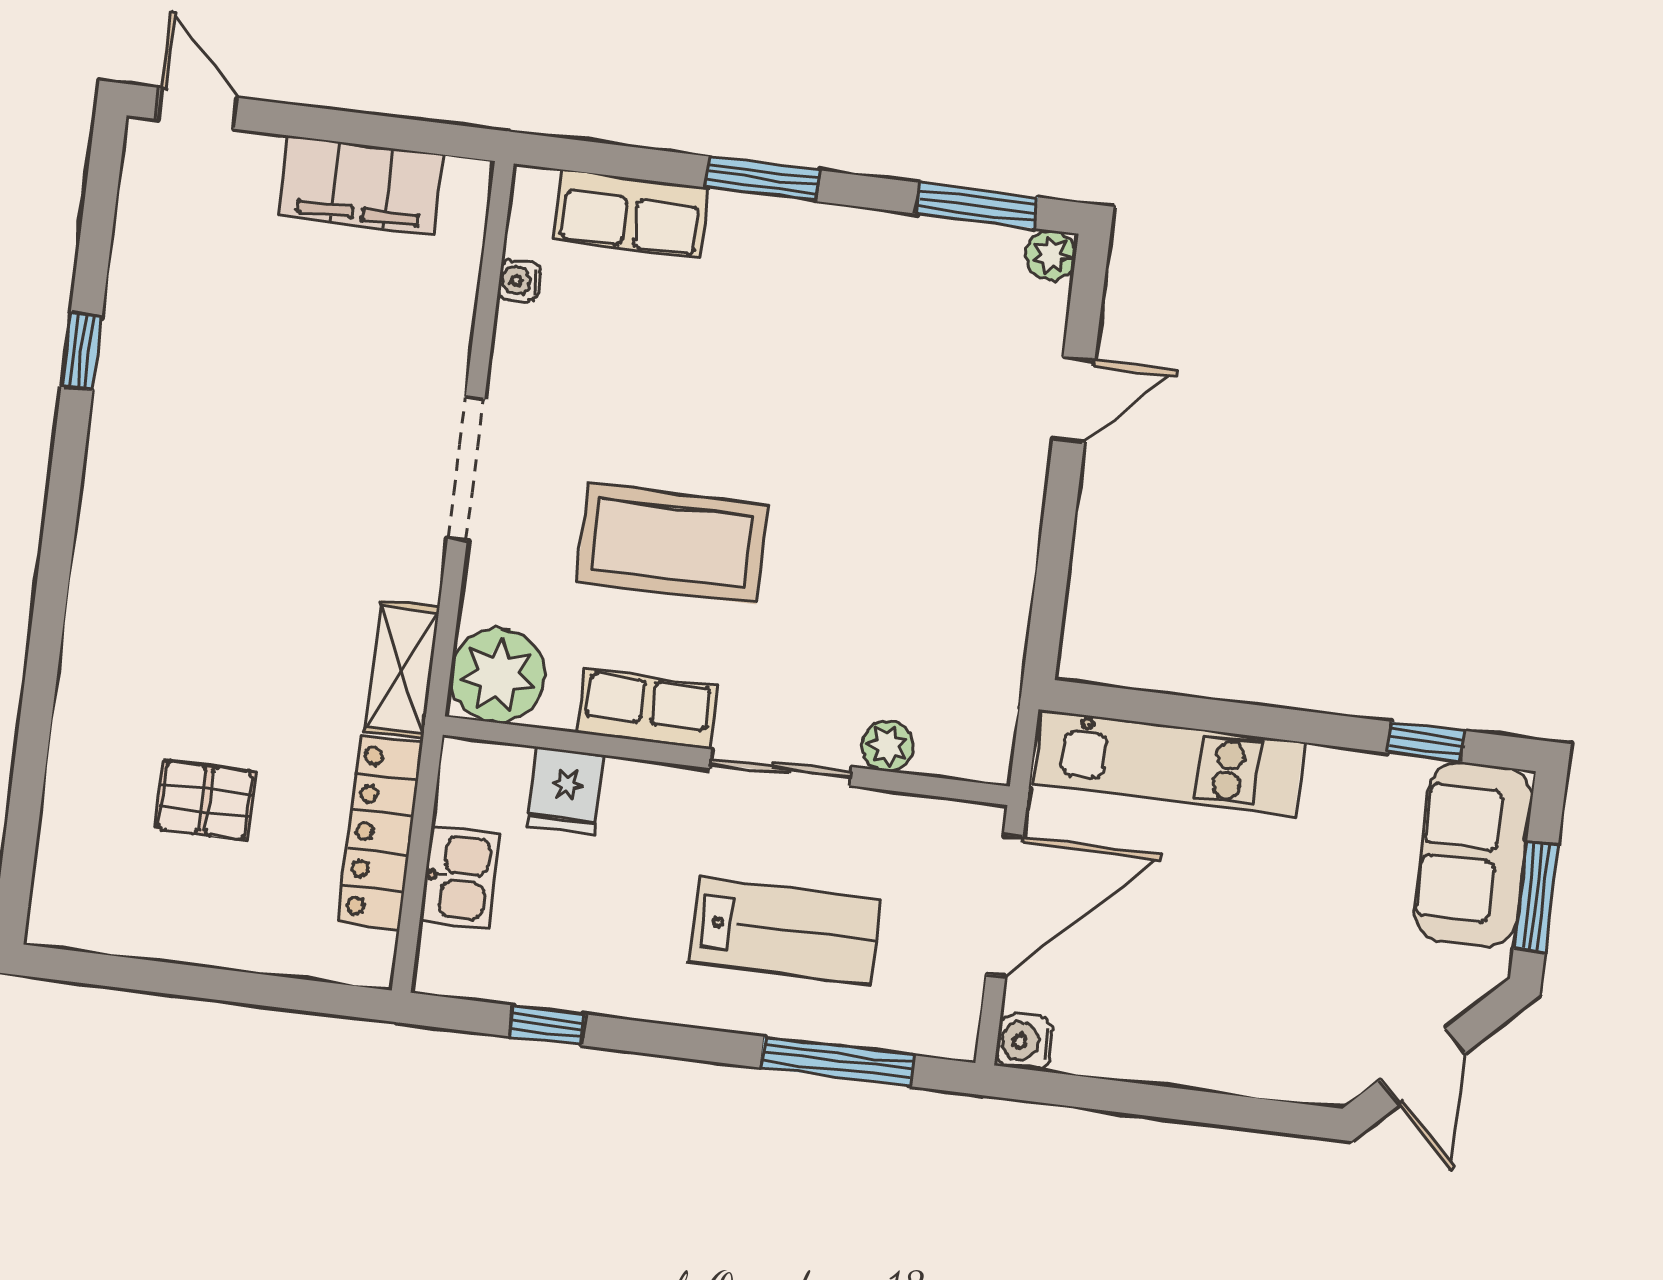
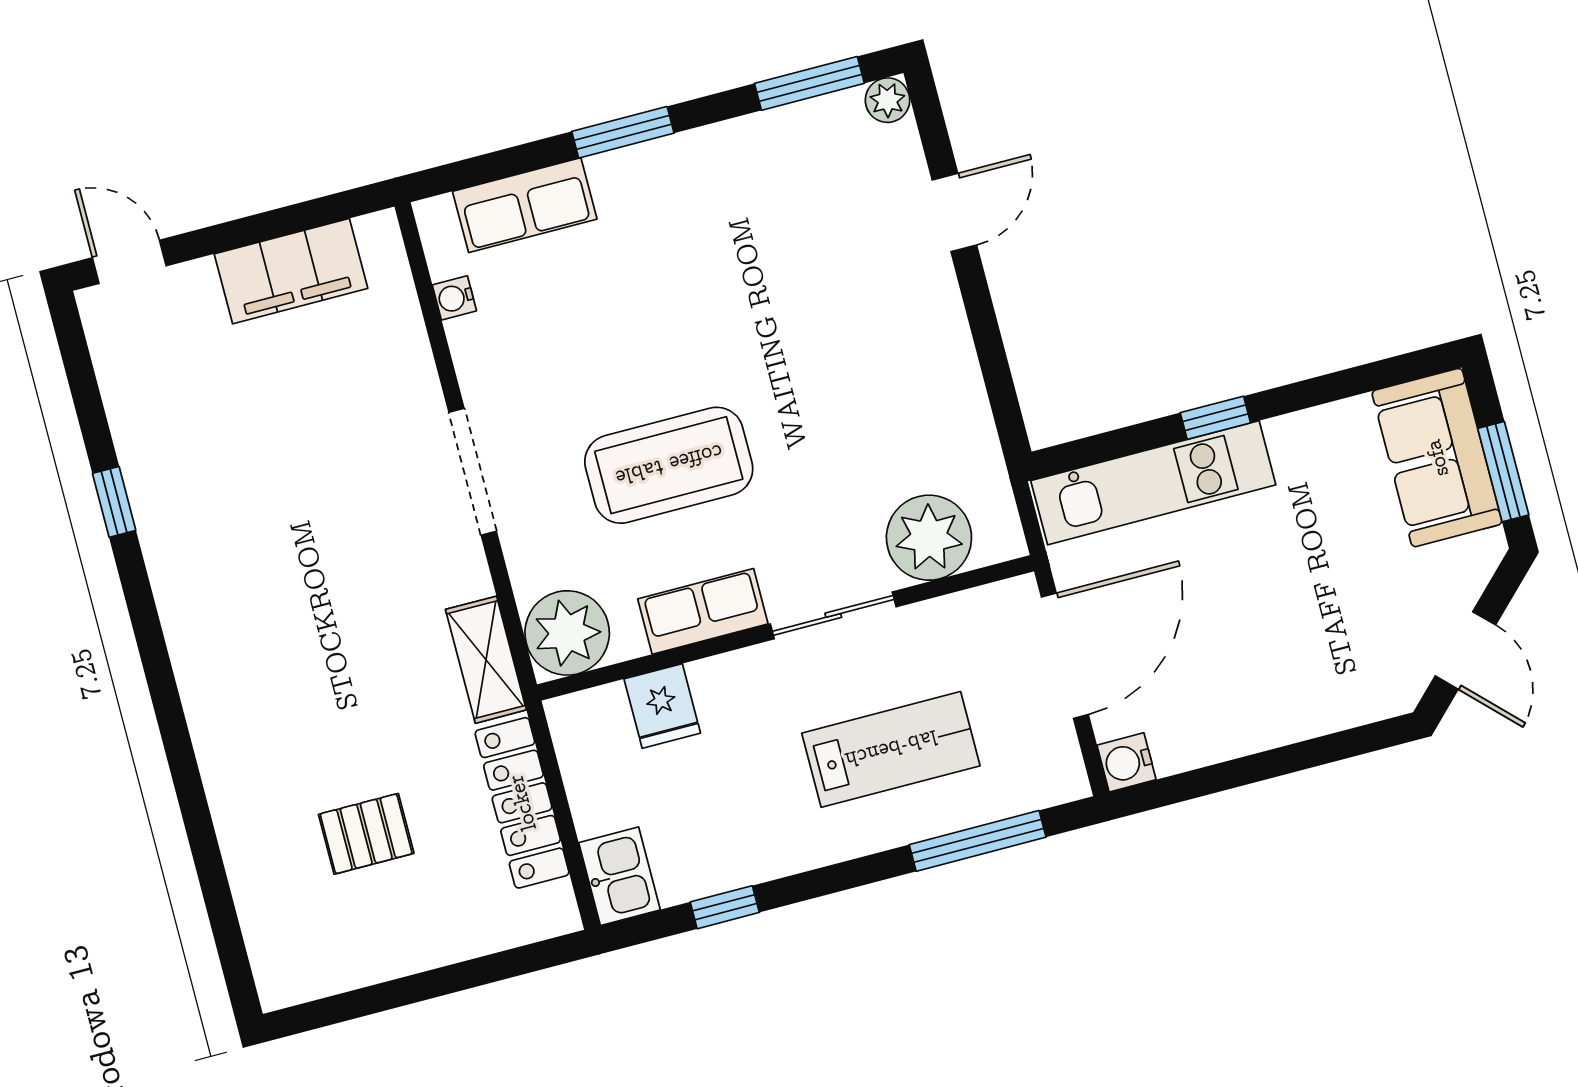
window: (1426, 742) -> (1215, 418), moved
plant: (888, 746) -> (929, 538), width x1.87, depth x1.87
kitchen sink: (460, 878) -> (619, 876), moved

